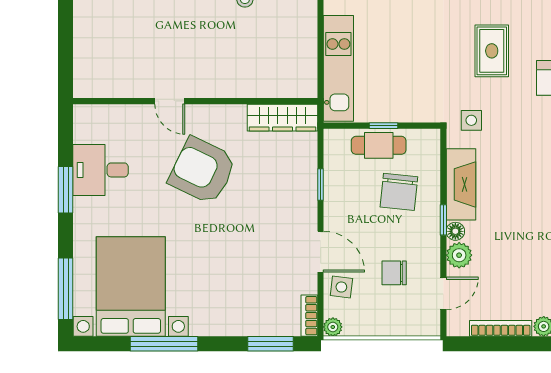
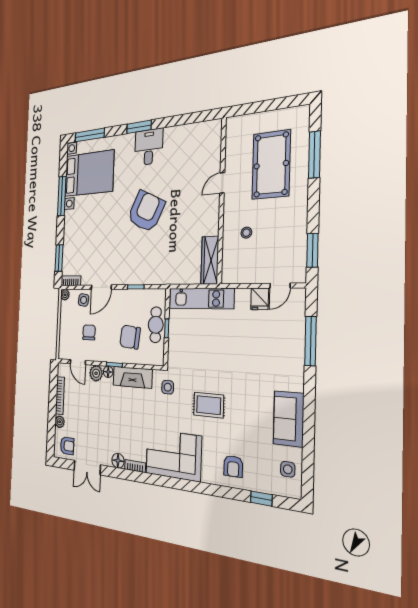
door: (170, 101) -> (222, 183), moved
wall: (195, 101) -> (222, 200), moved
wardrobe: (282, 118) -> (210, 260), moved

